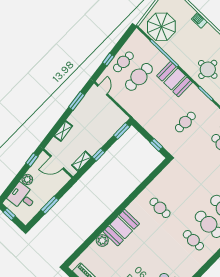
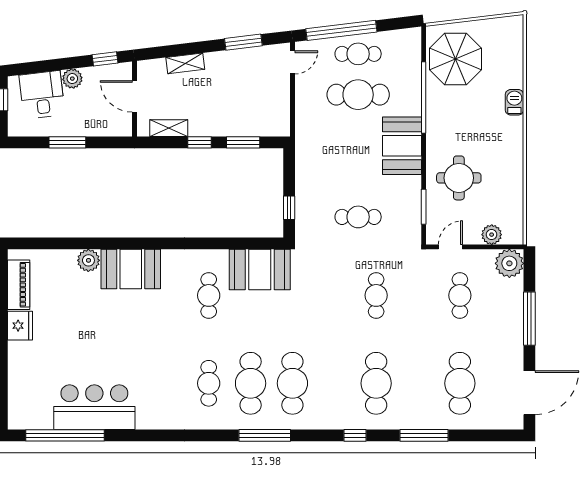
window: (108, 59) -> (341, 30), width x3.17
window: (122, 131) -> (243, 142), moved
booth: (169, 179) -> (260, 270), added

